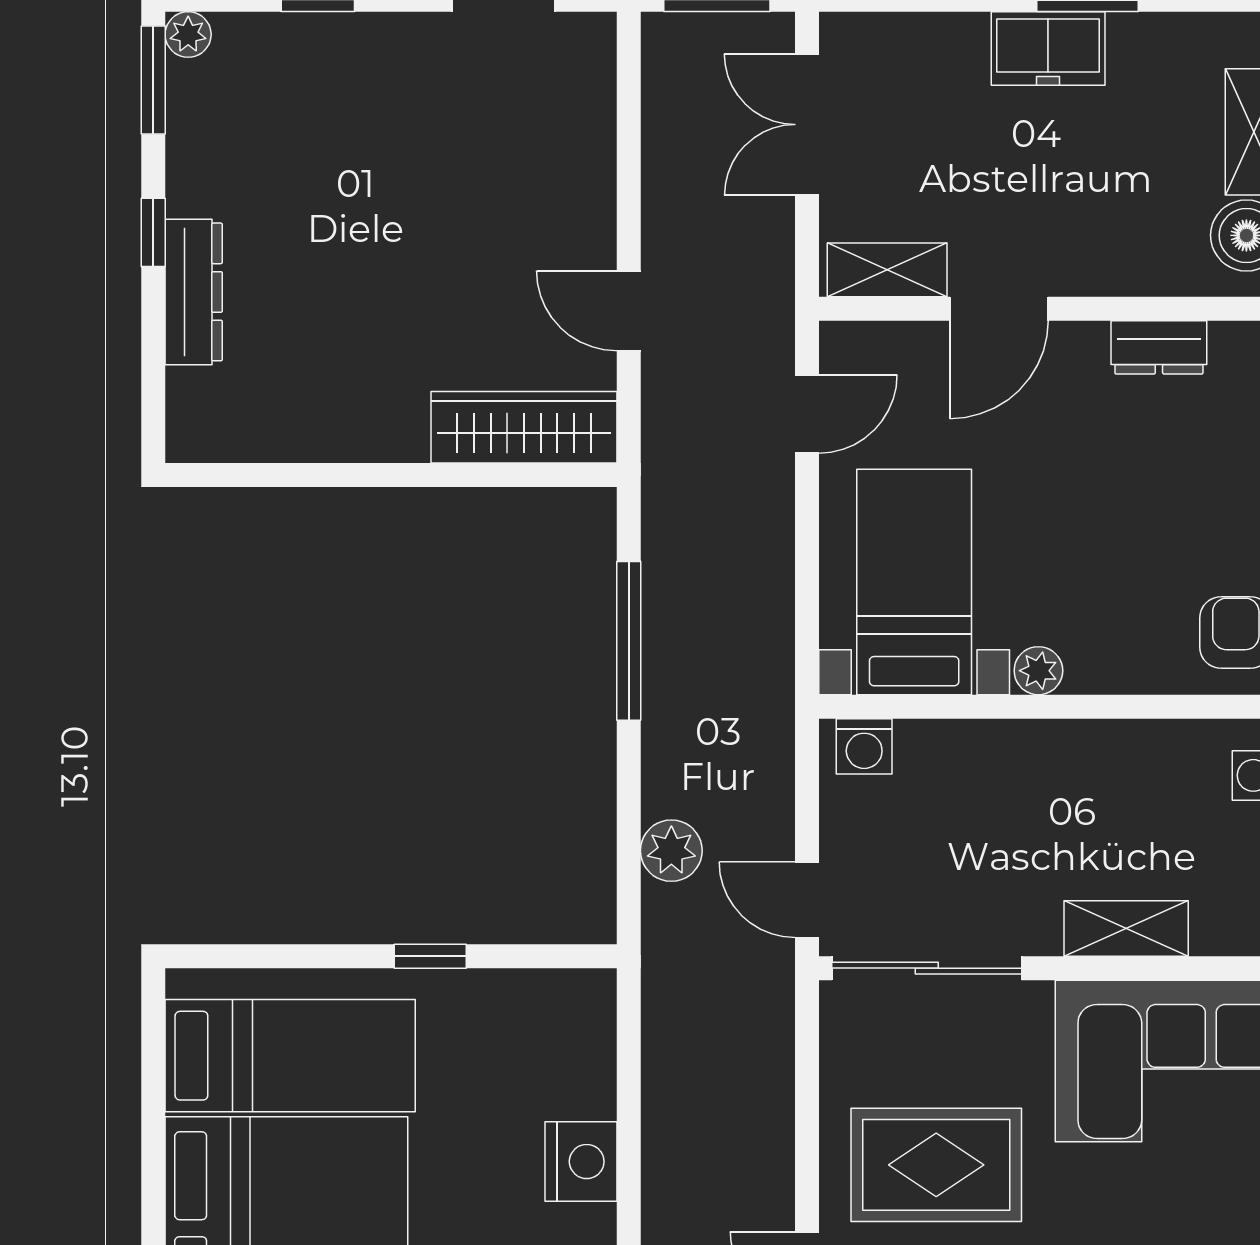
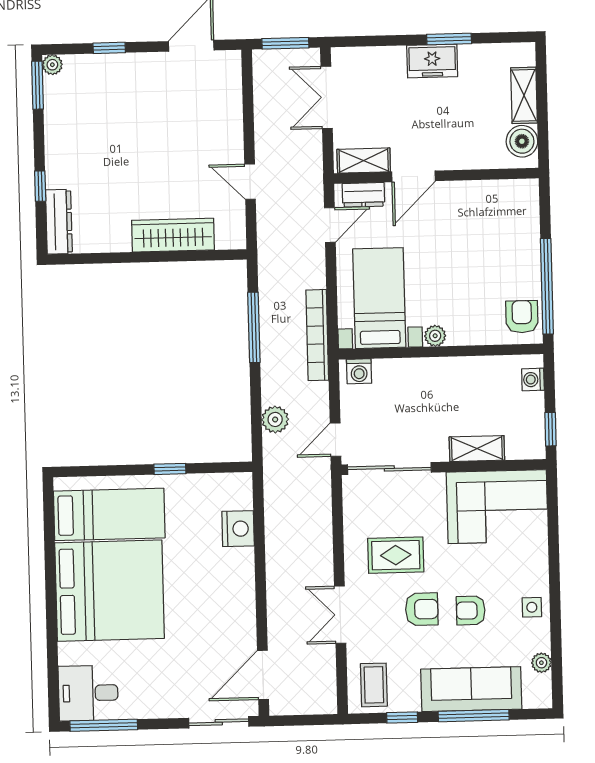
window: (153, 232) -> (40, 186), moved
dresser: (194, 292) -> (59, 222), moved
dresser: (1159, 347) -> (363, 195), moved
wardrobe: (524, 427) -> (173, 235), moved
bookcase: (772, 662) -> (317, 335), added
door: (807, 900) -> (336, 440), hinge flipped
nightstand: (581, 1162) -> (238, 529), moved
rug: (936, 1165) -> (396, 555), width x0.73, depth x0.70

